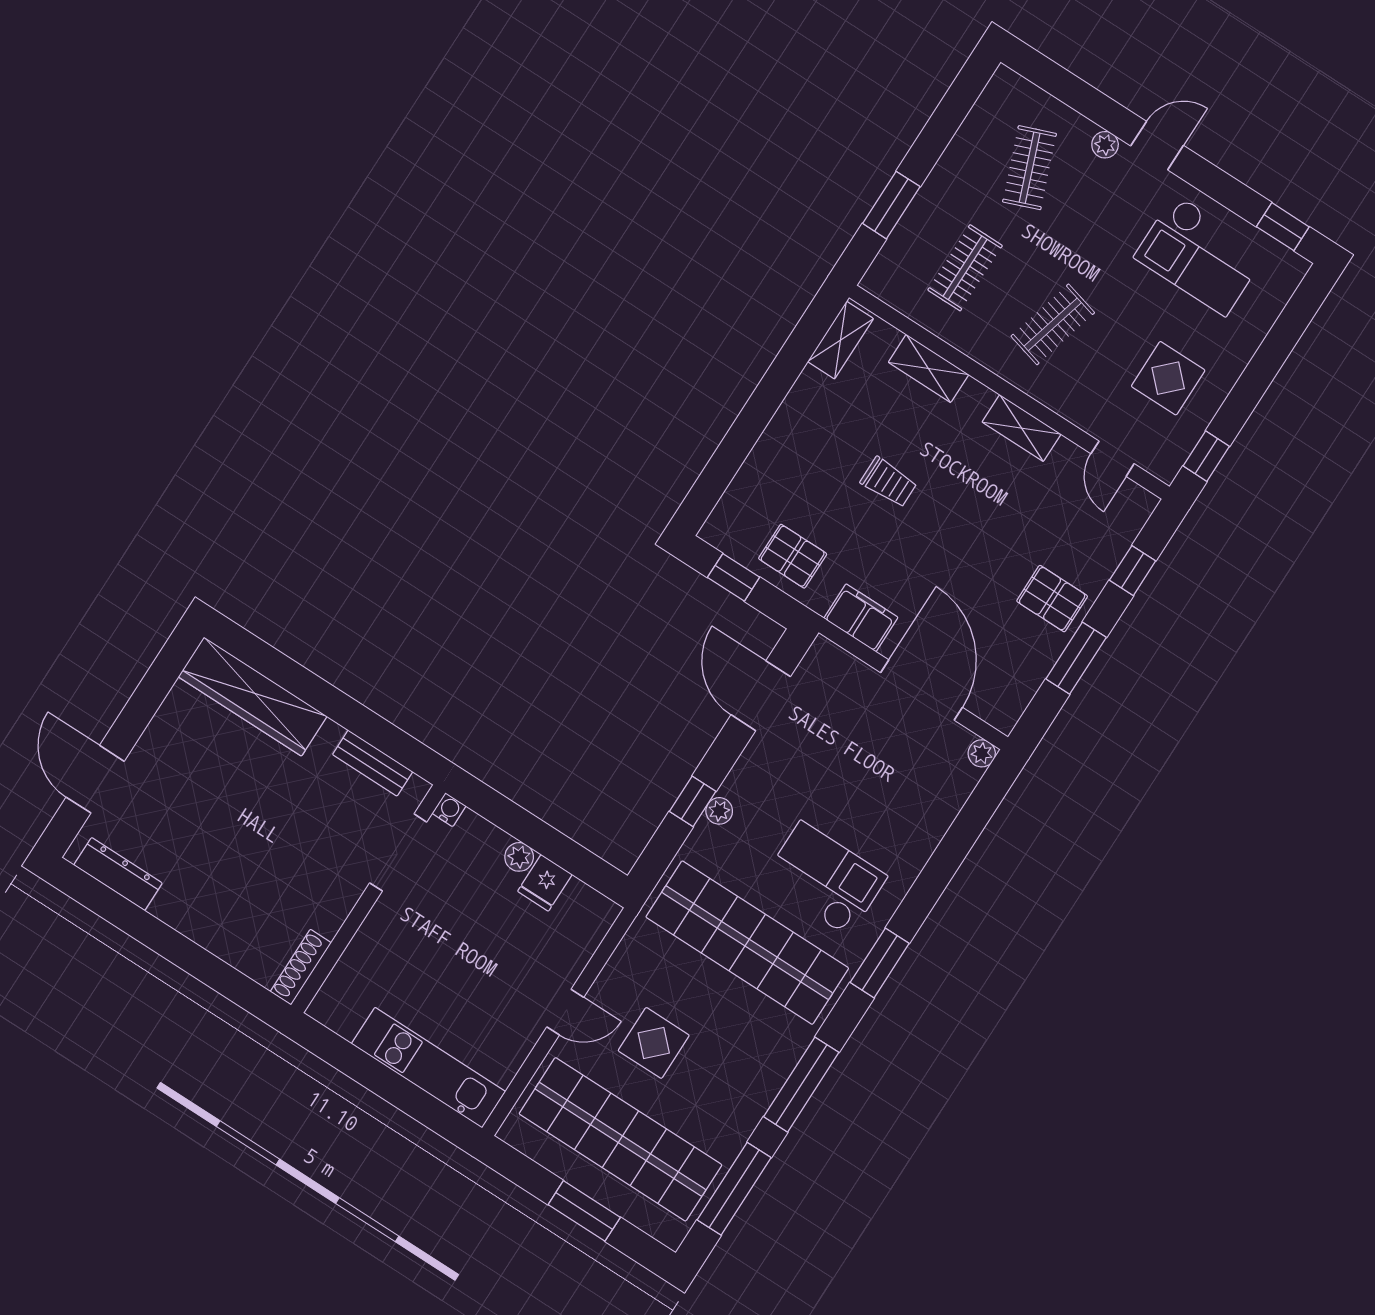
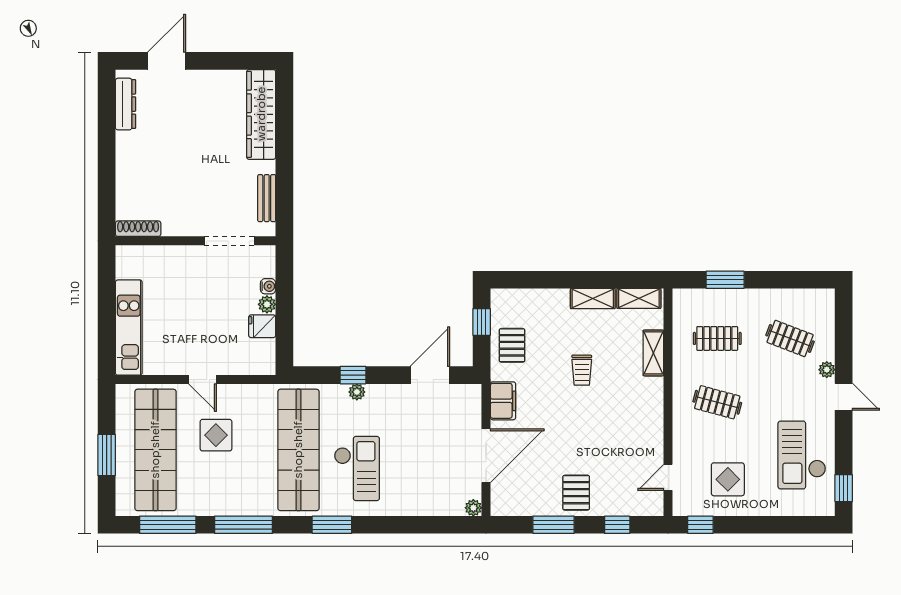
clothes rail: (1030, 168) -> (790, 338), turned 42
shelving: (1022, 428) -> (593, 299), moved, turned 90
water cooler: (449, 810) -> (268, 286), moved

